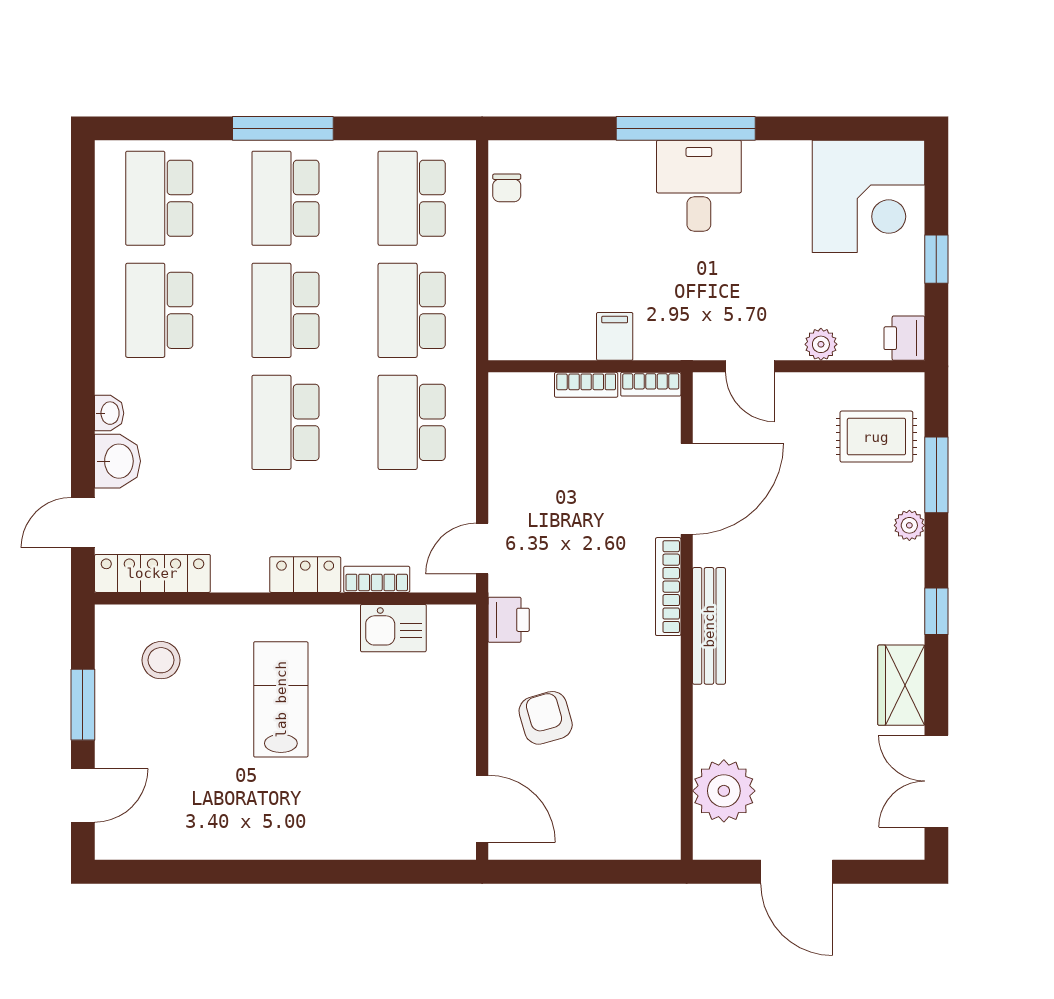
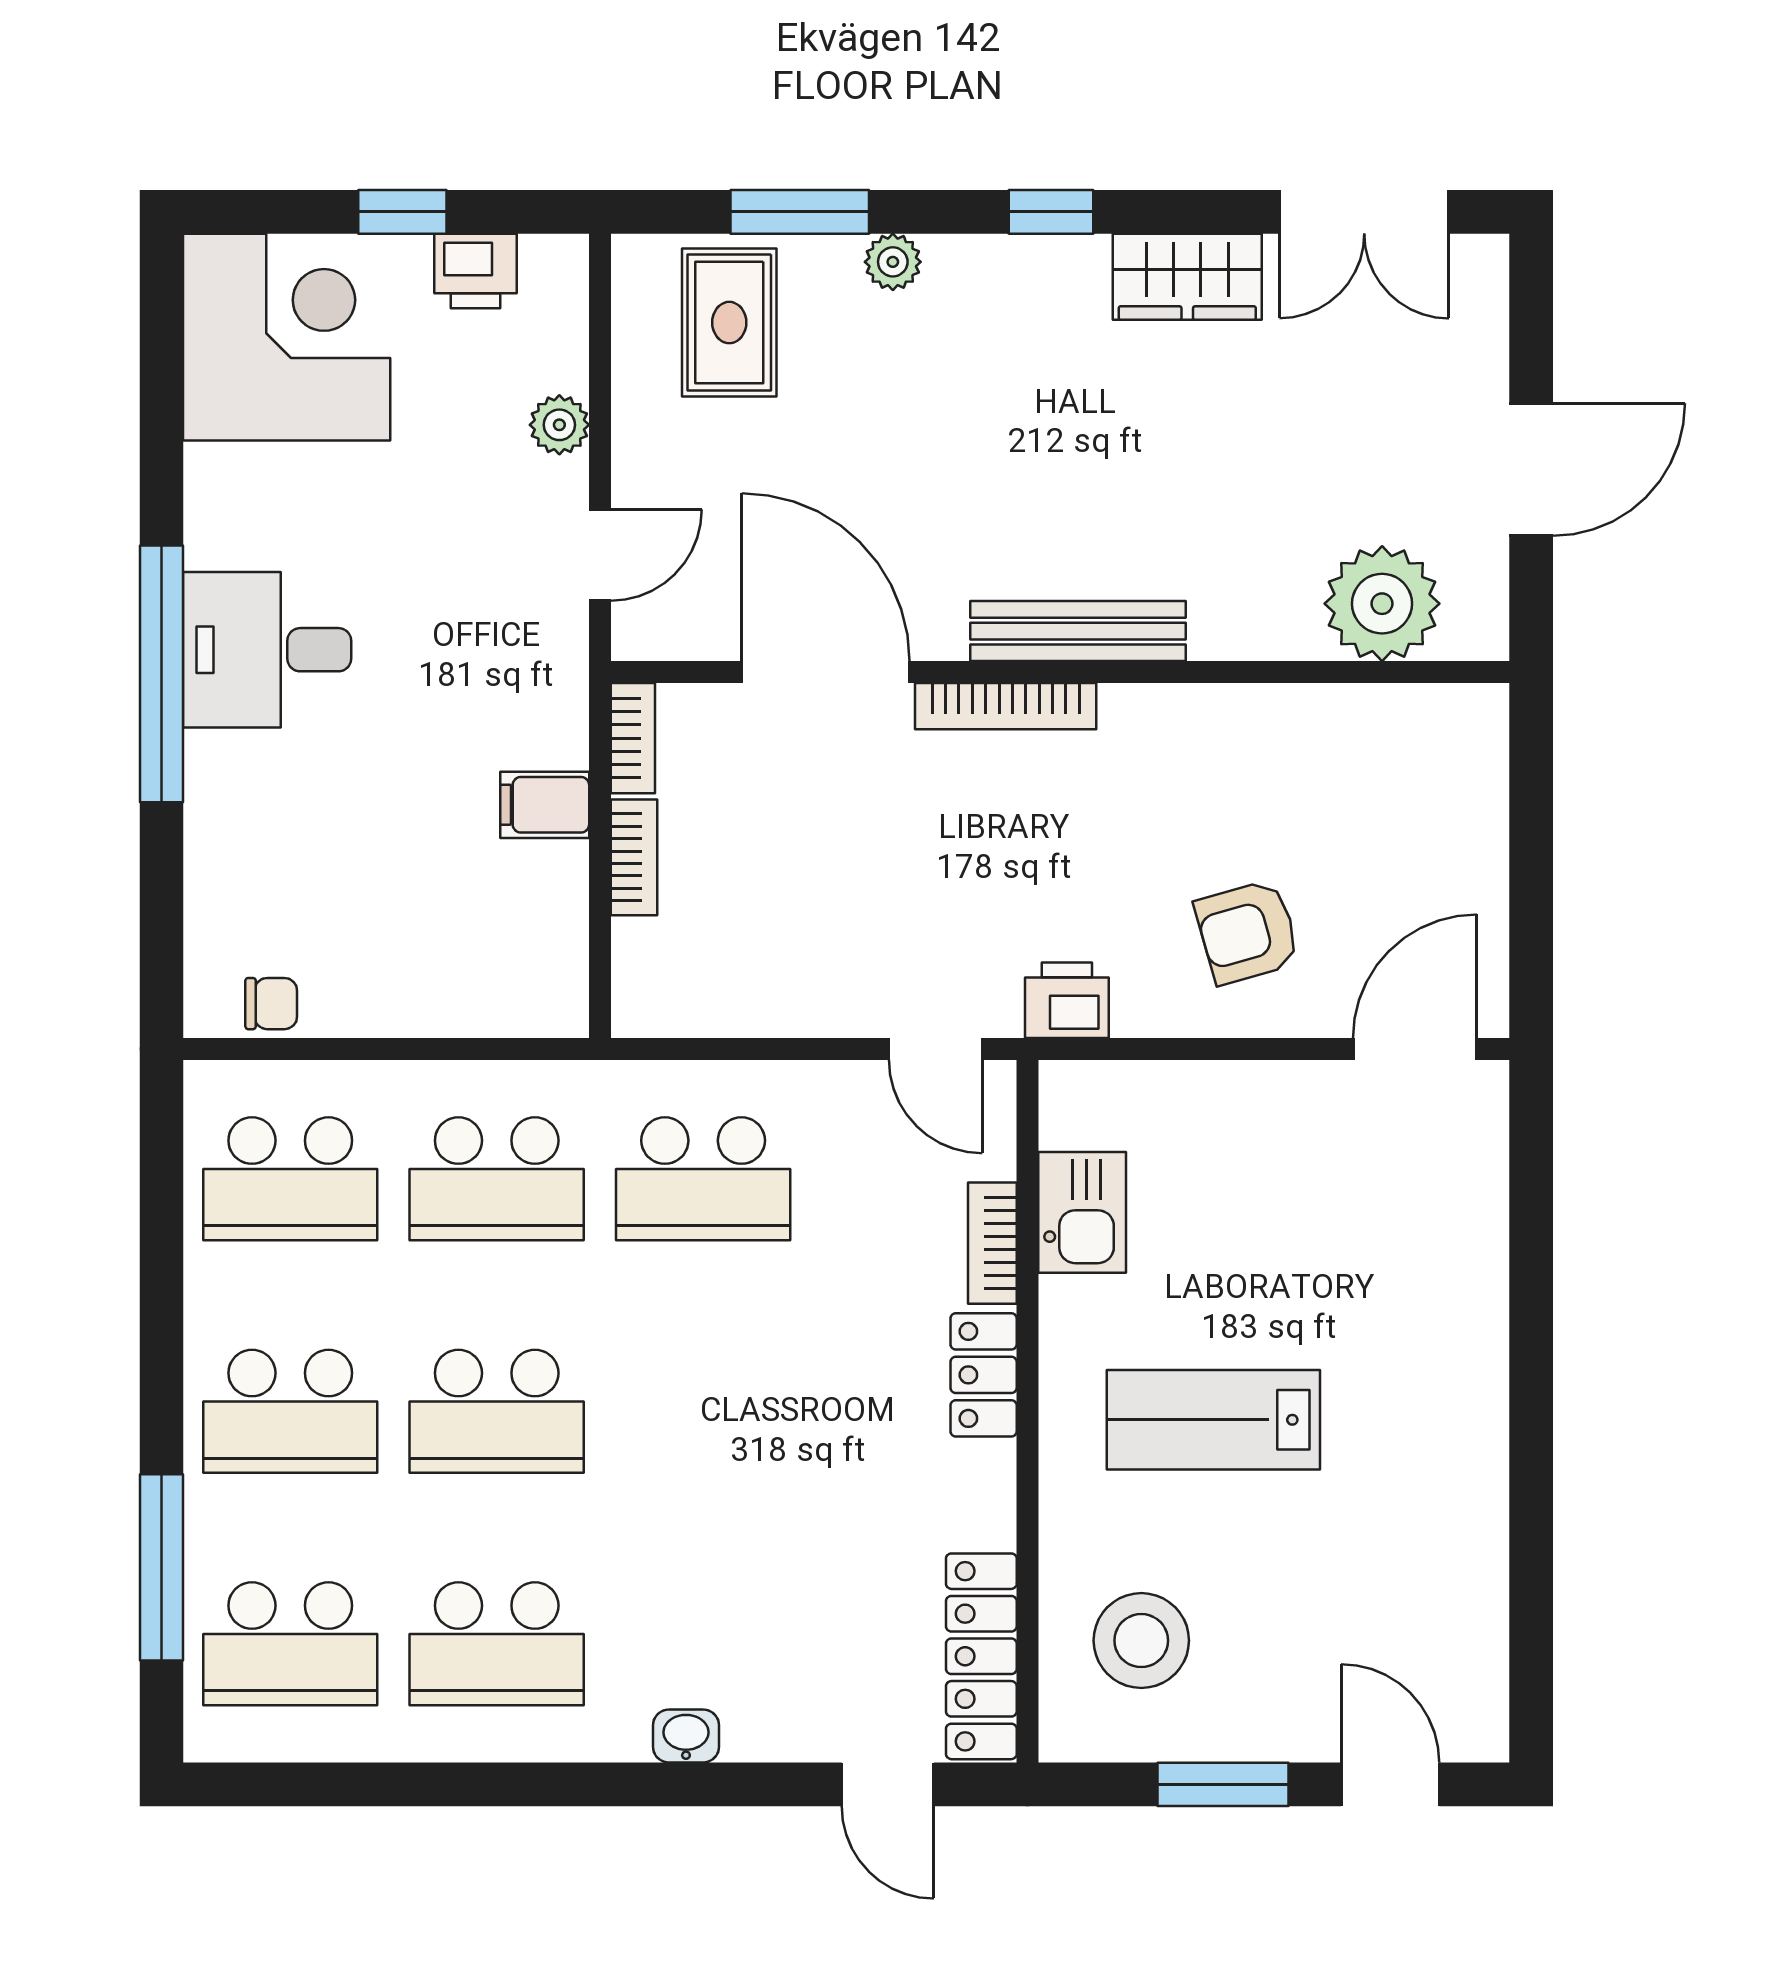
window: (283, 128) -> (162, 1567), moved
printer: (904, 338) -> (476, 271), moved
school desk: (285, 422) -> (703, 1411), removed
washbasin: (118, 461) -> (775, 1720), removed
stool: (161, 660) -> (1141, 1641), width x1.38, depth x1.38

